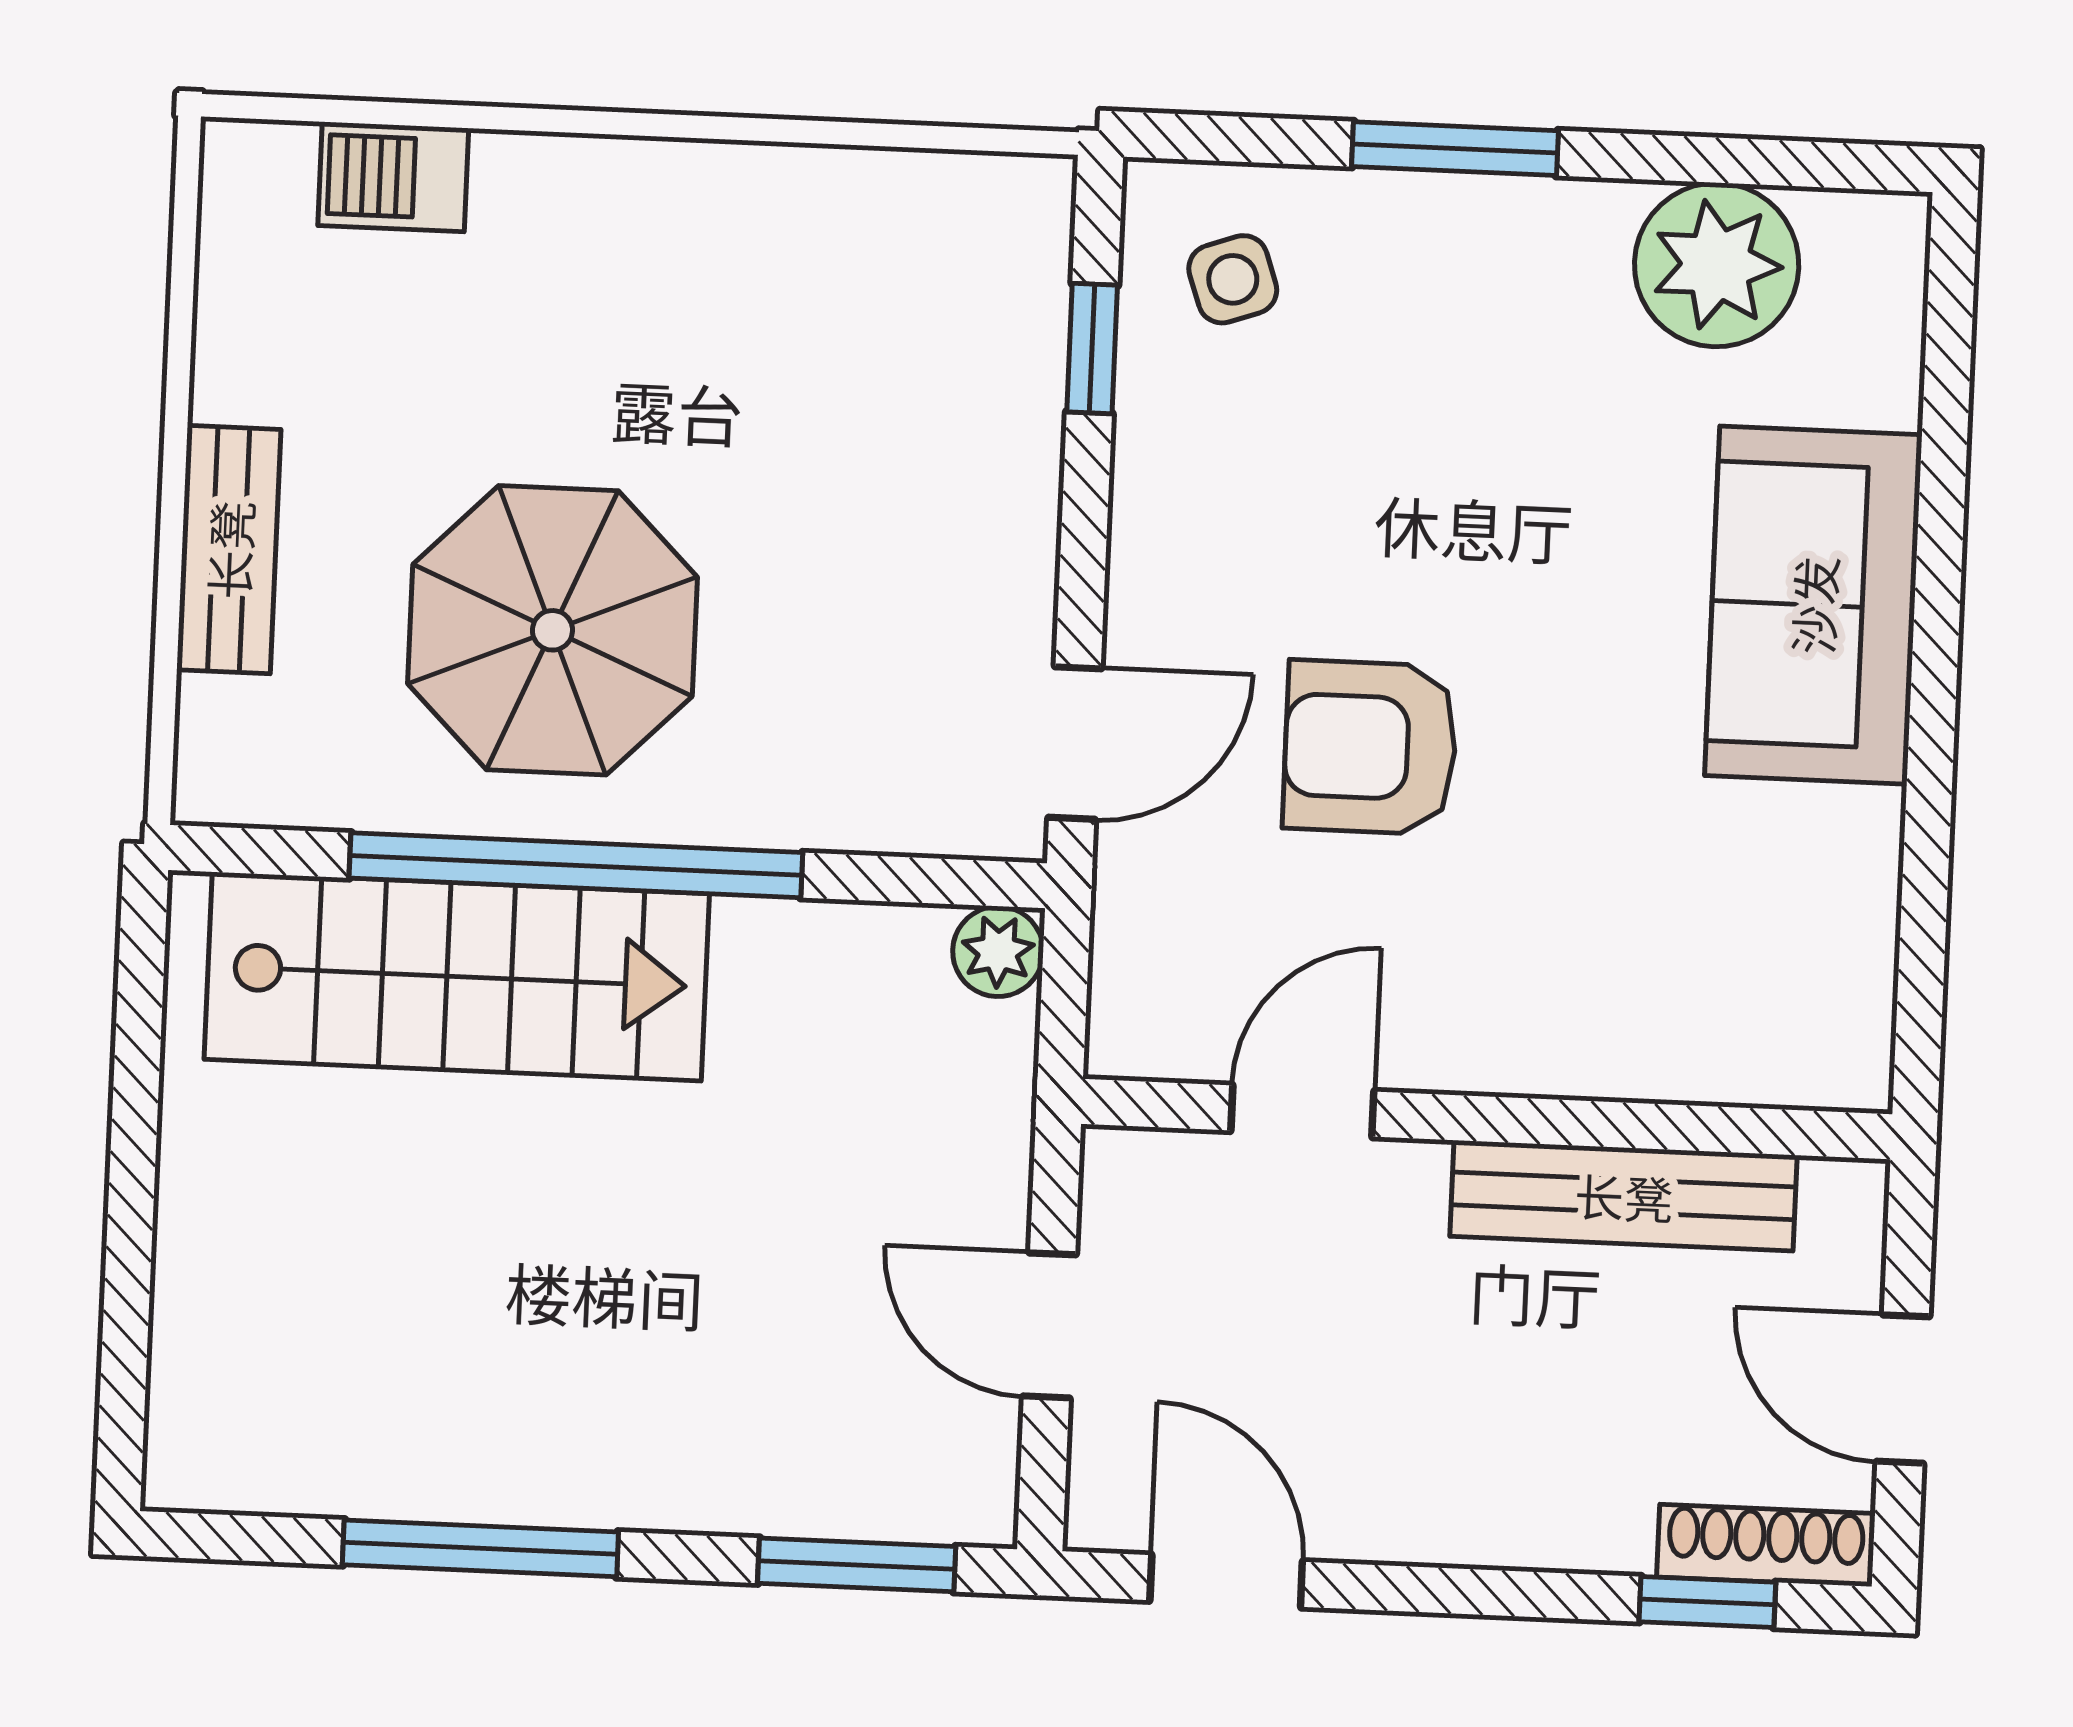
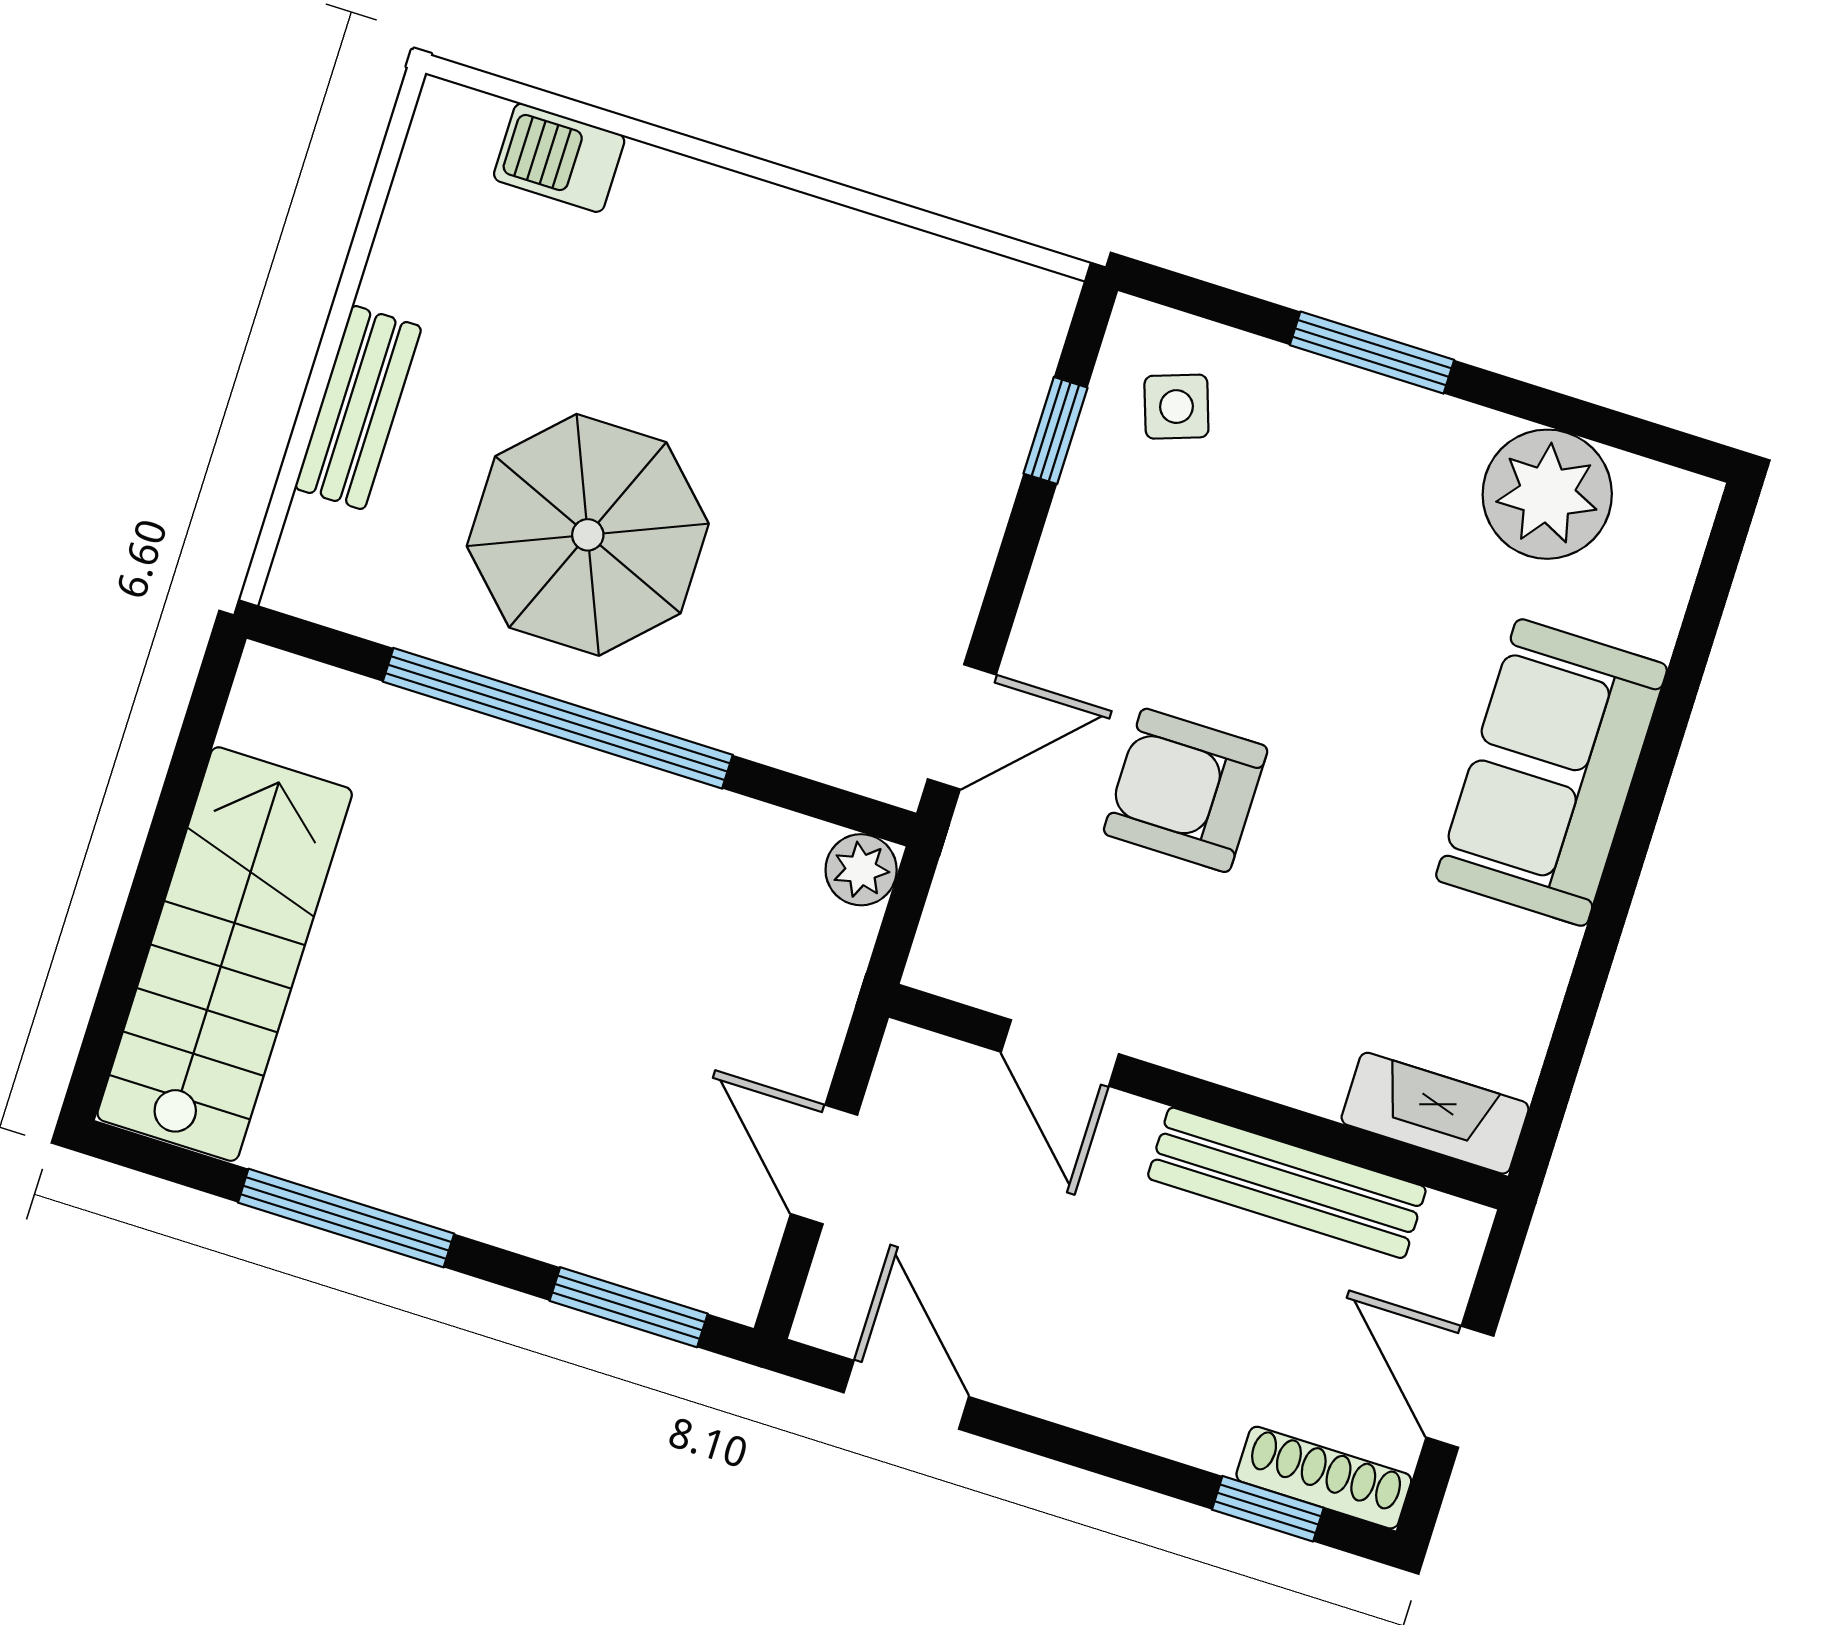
stairs: (457, 976) -> (225, 954), moved, turned -90
fireplace: (1782, 1062) -> (1435, 1113), added
door: (1302, 1111) -> (1060, 1053), swing flipped

